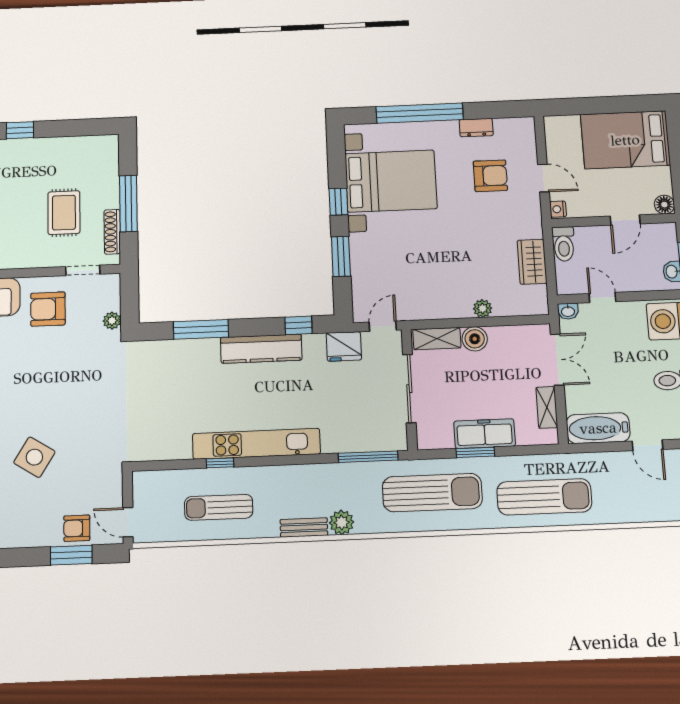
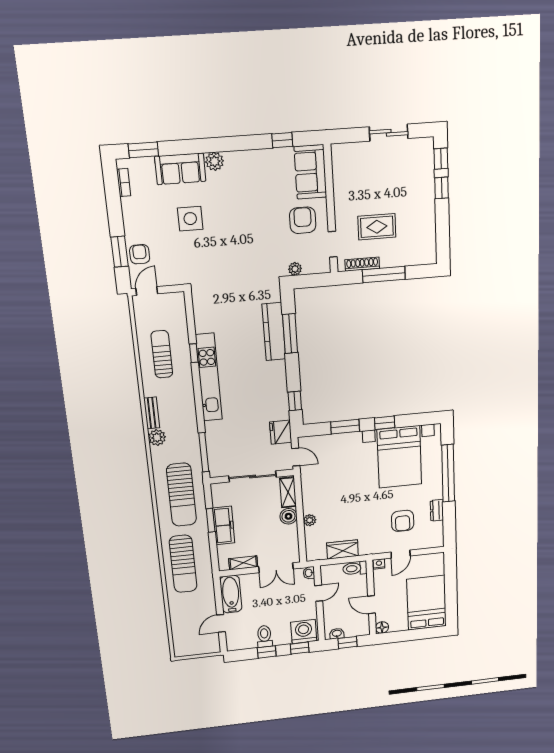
kitchen counter: (261, 349) -> (274, 332), moved
side table: (34, 457) -> (190, 219), turned -32

